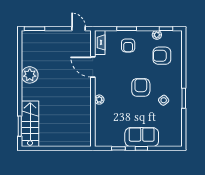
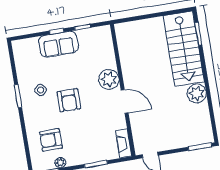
armchair: (128, 45) -> (91, 145), removed
armchair: (162, 56) -> (51, 140), turned 180
door: (93, 67) -> (125, 102), moved
plant: (99, 100) -> (109, 79), width x1.88, depth x1.88
stairs: (30, 124) -> (184, 49), width x1.36, depth x1.51

